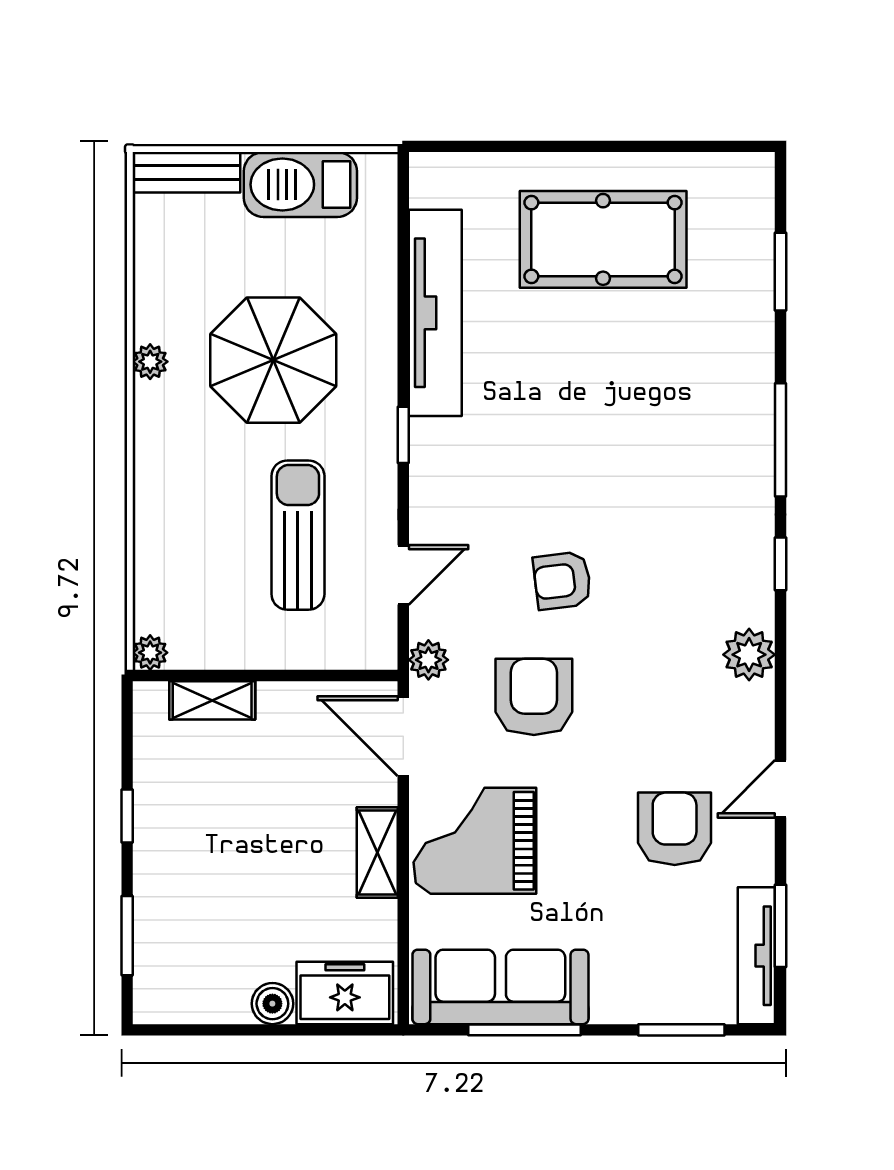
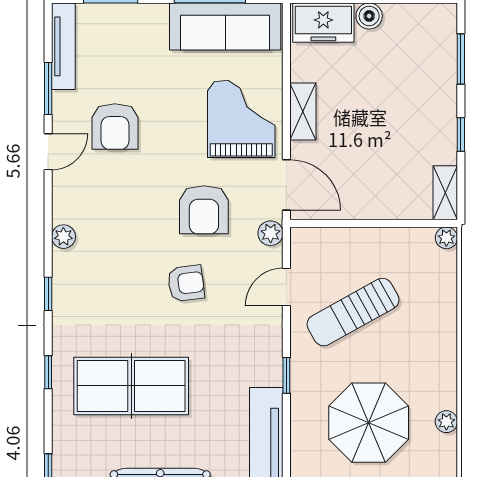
table tennis table: (649, 418) -> (131, 386), added
window: (781, 440) -> (48, 372), width x0.46
sun lounger: (298, 535) -> (353, 312), turned 61
plant: (749, 655) -> (63, 237), width x0.73, depth x0.73
shelving: (212, 700) -> (445, 193), moved, turned 90
grand piano: (475, 841) -> (241, 119), turned -90
window: (781, 926) -> (48, 89), moved

